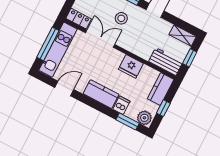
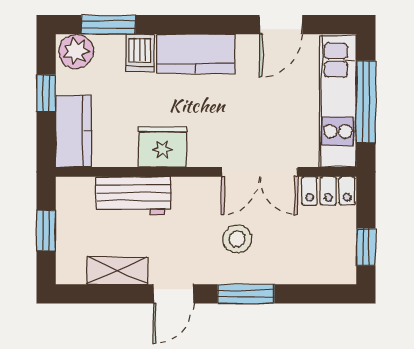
shelving: (183, 36) -> (117, 271), moved
workbench: (166, 62) -> (133, 196), moved

